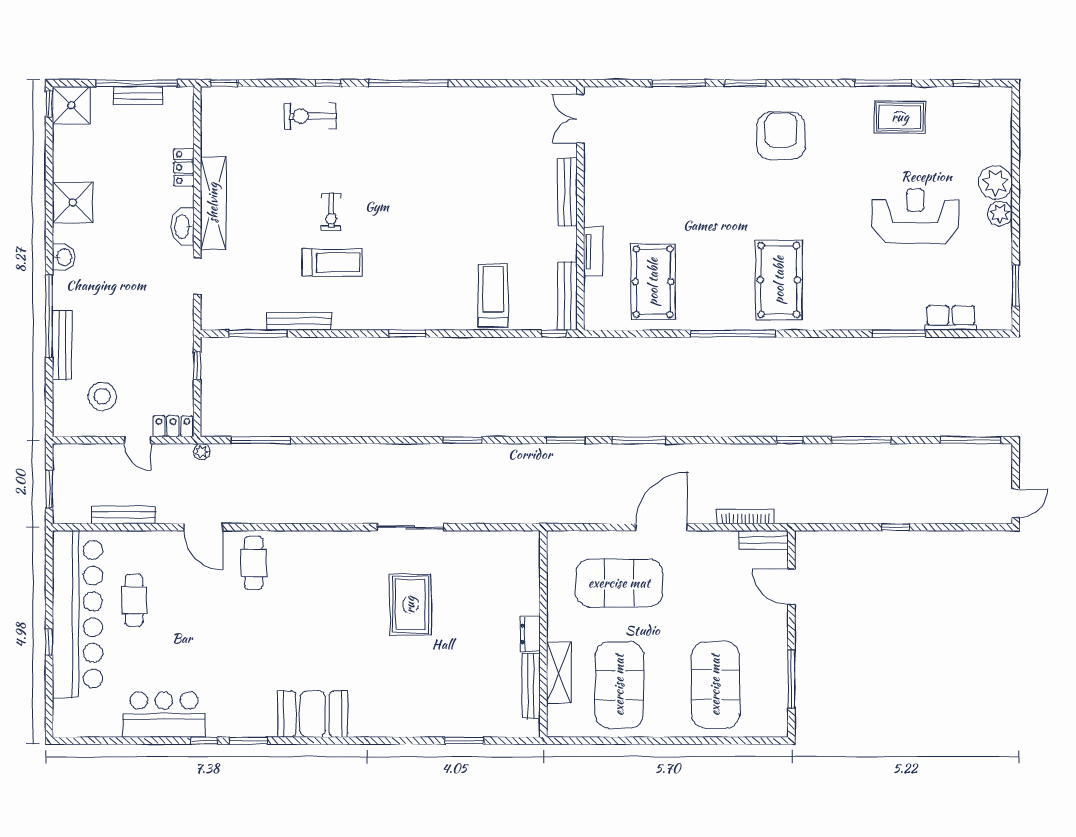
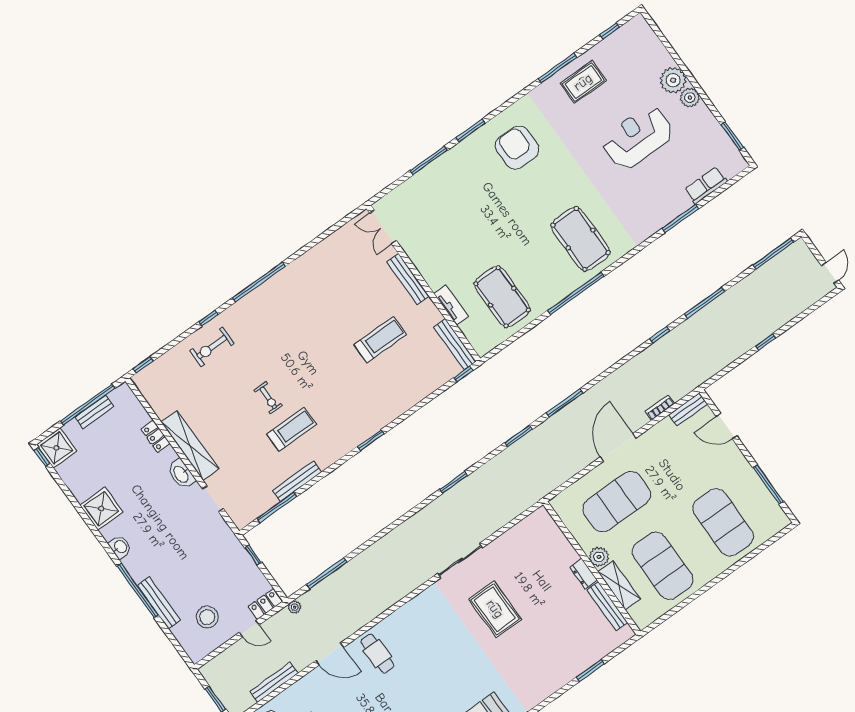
treadmill: (493, 296) -> (380, 339), moved, turned 90
bookcase: (746, 517) -> (660, 408), width x0.64
plant: (559, 628) -> (599, 557), added

